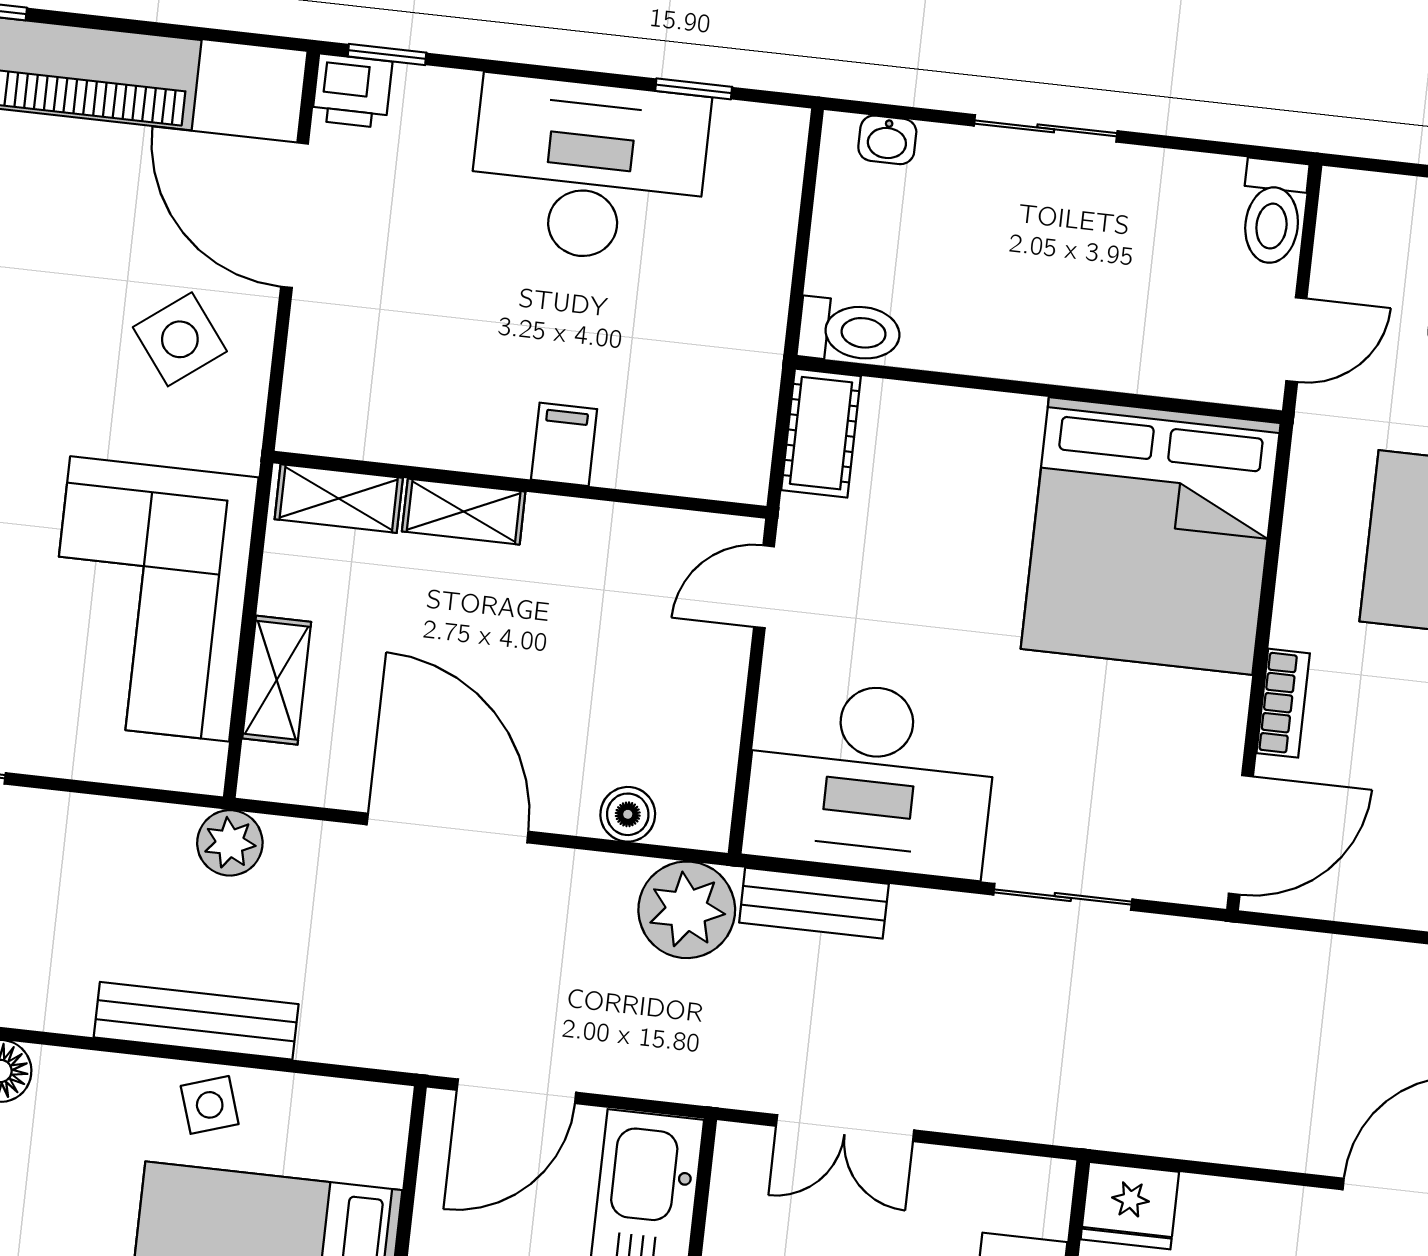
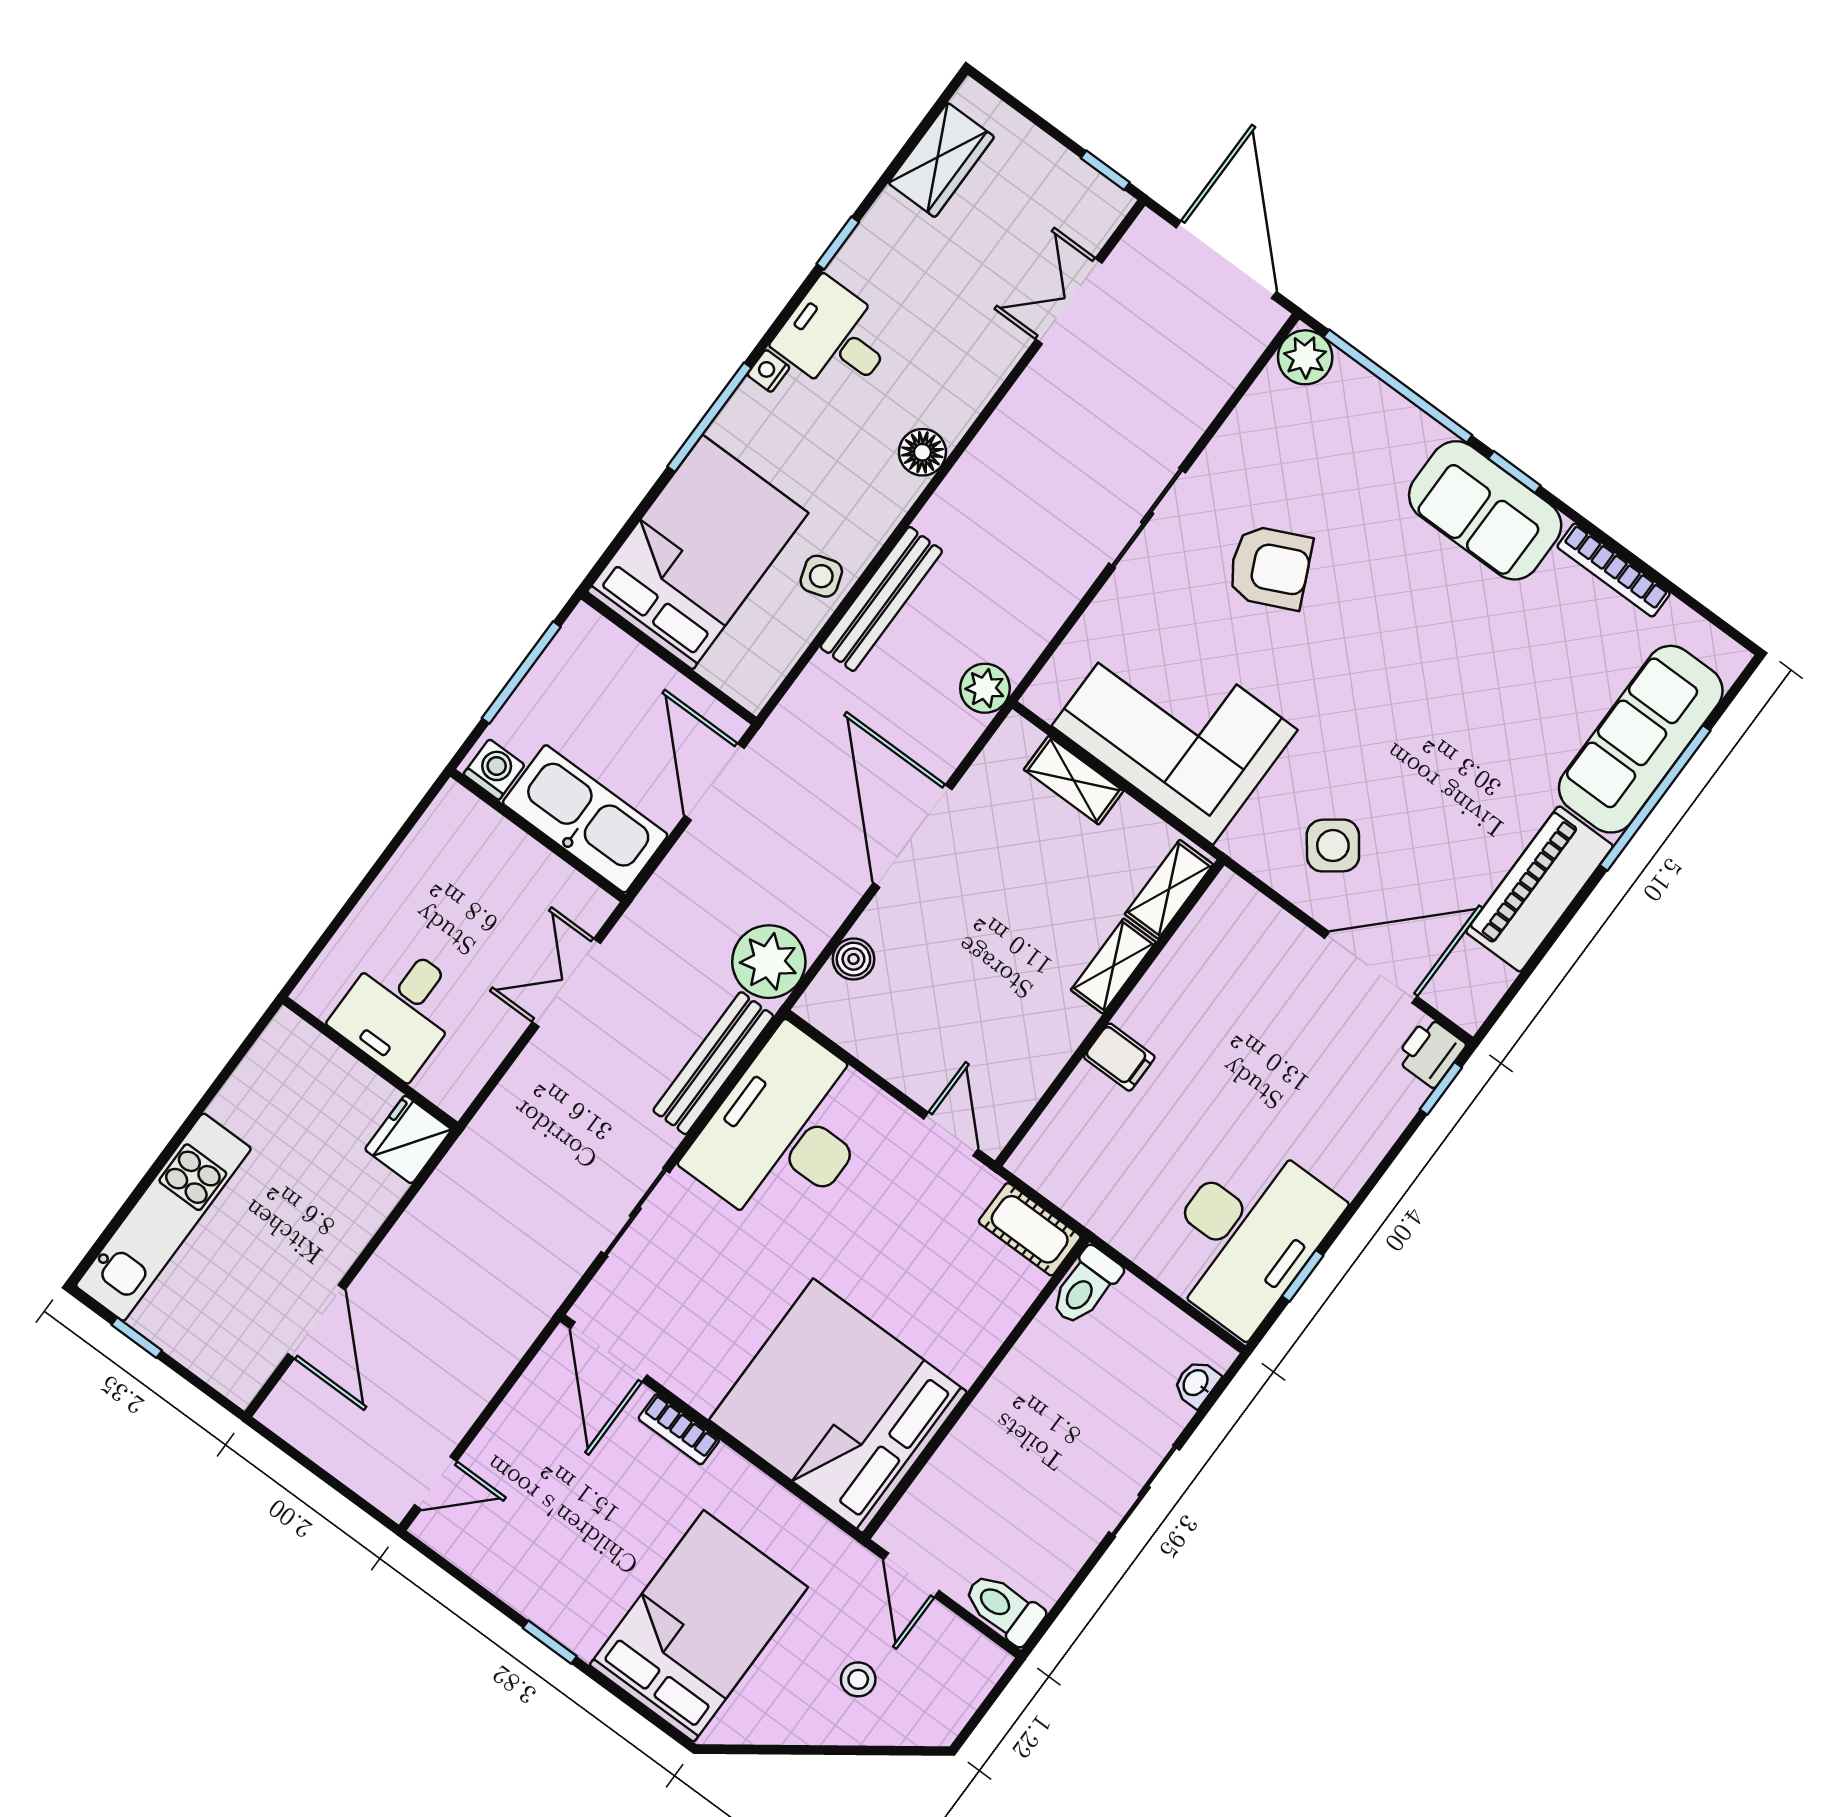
desk: (589, 170) -> (1246, 1235), moved
door: (448, 828) -> (913, 836), swing flipped
bench: (814, 903) -> (713, 1063), width x1.36

